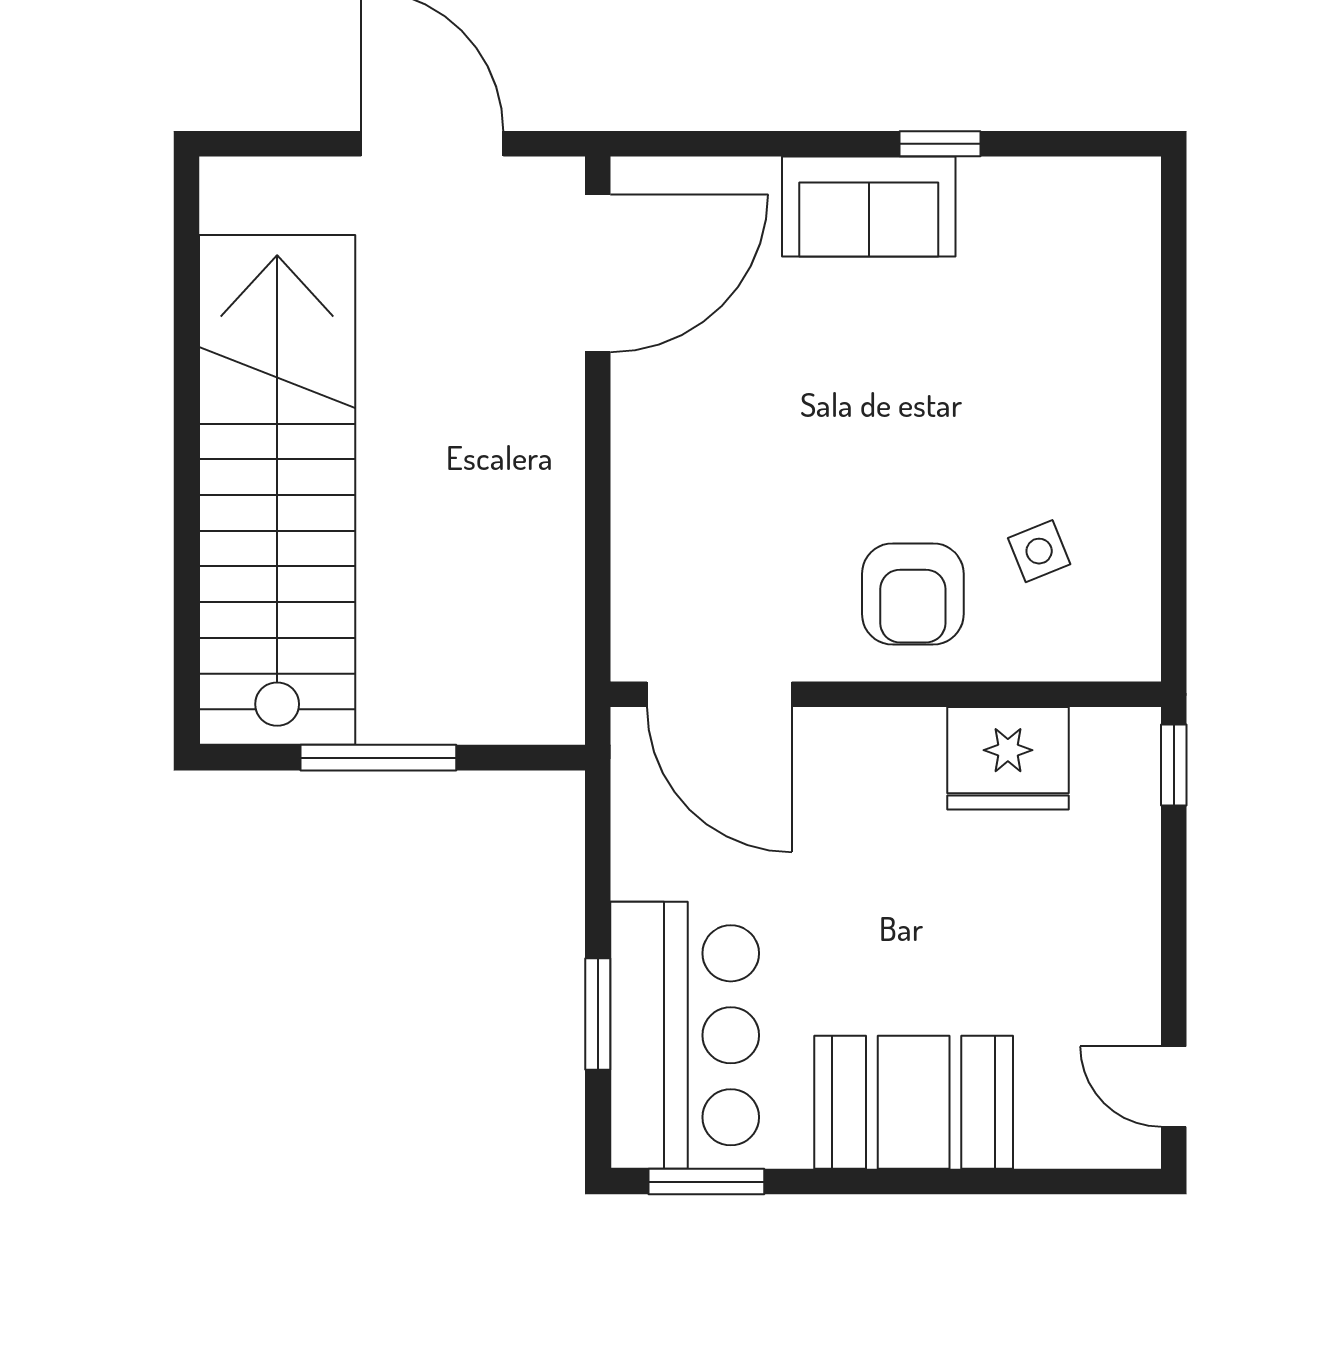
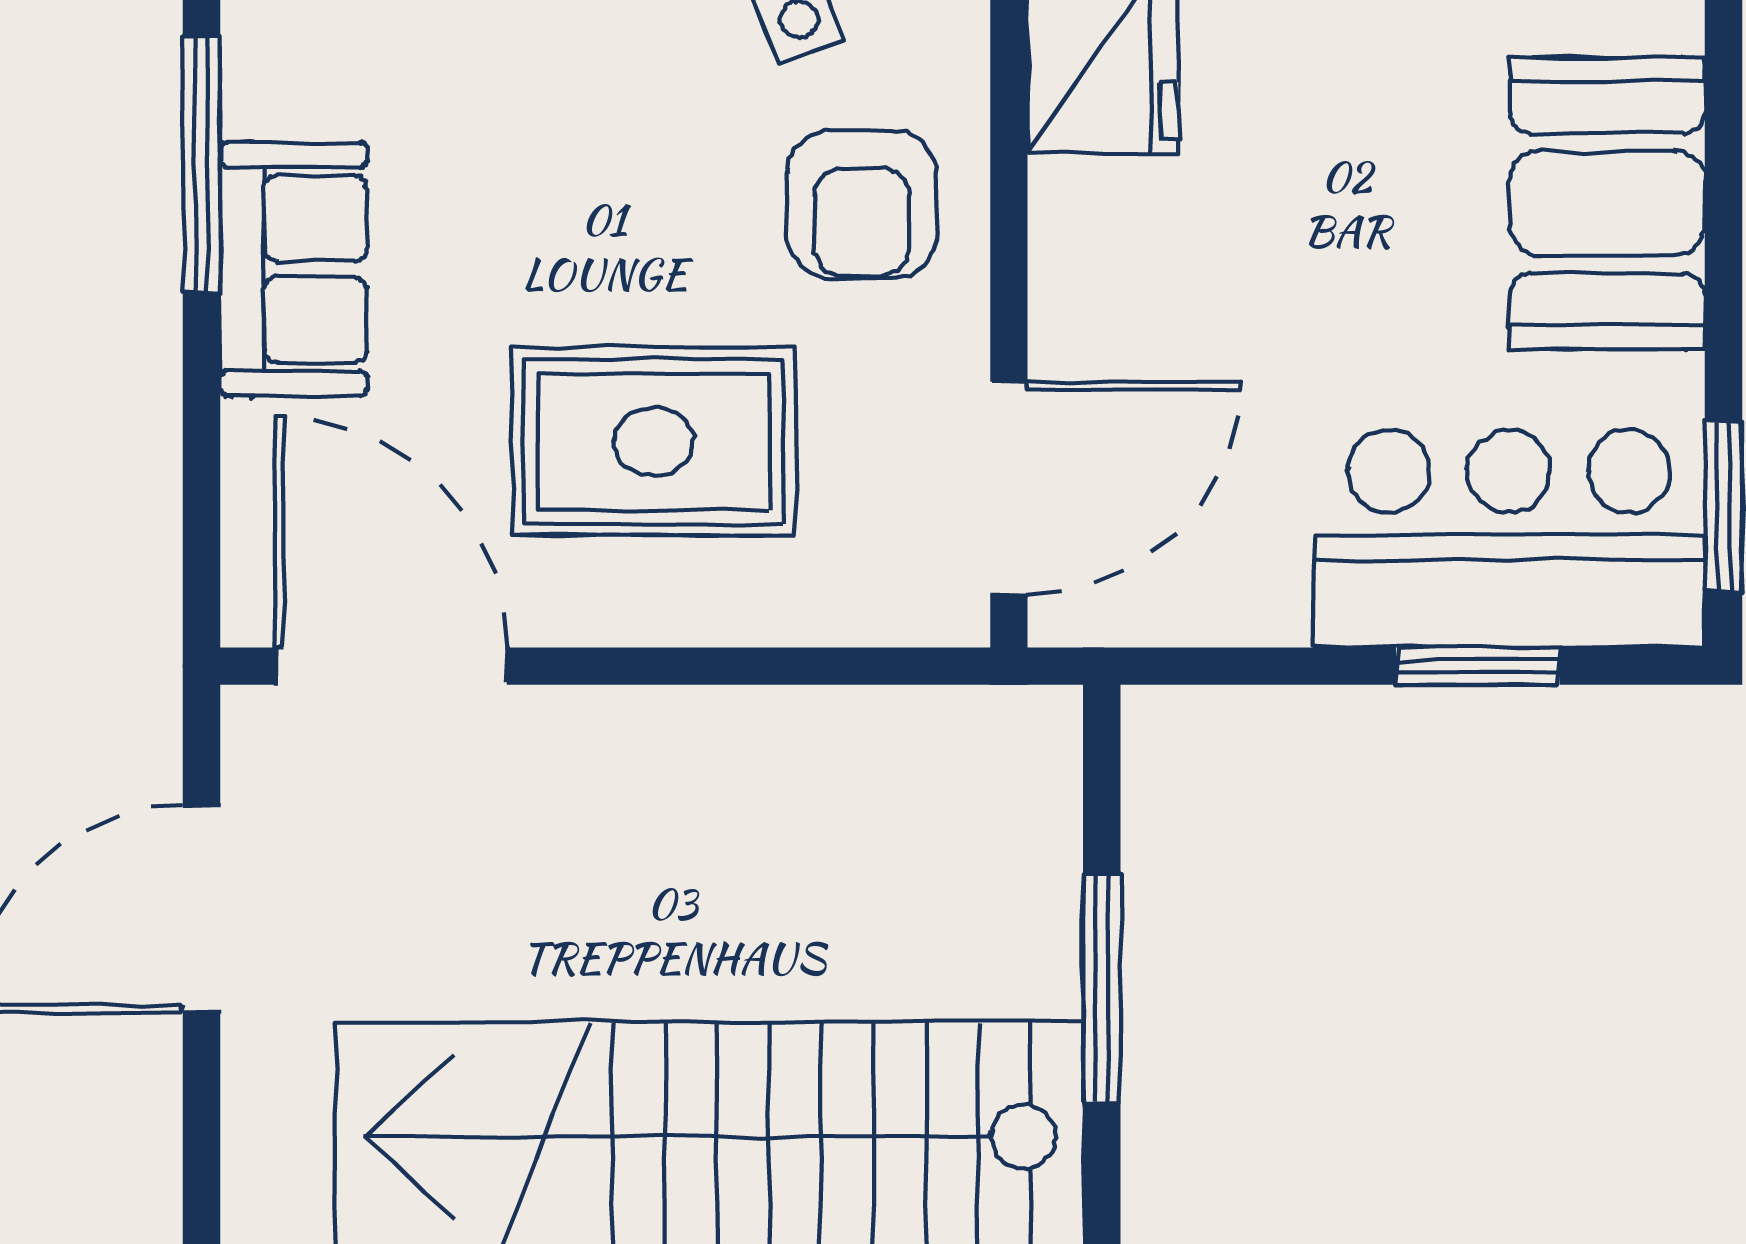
window: (940, 144) -> (202, 164), width x2.17
rug: (751, 452) -> (654, 441), added
armchair: (913, 594) -> (862, 204), turned 90

